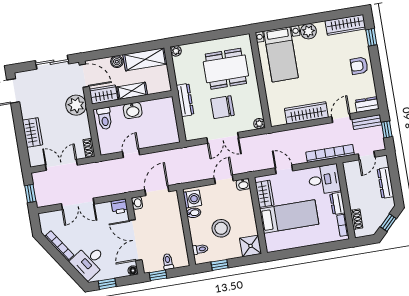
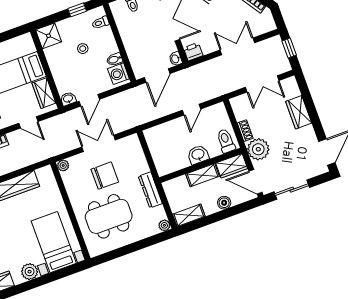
shelving: (145, 59) -> (189, 215), width x0.67, depth x0.75
dresser: (185, 100) -> (150, 190), moved
shoe rack: (89, 148) -> (245, 131), moved
stool: (221, 228) -> (83, 49), width x0.53, depth x0.53

